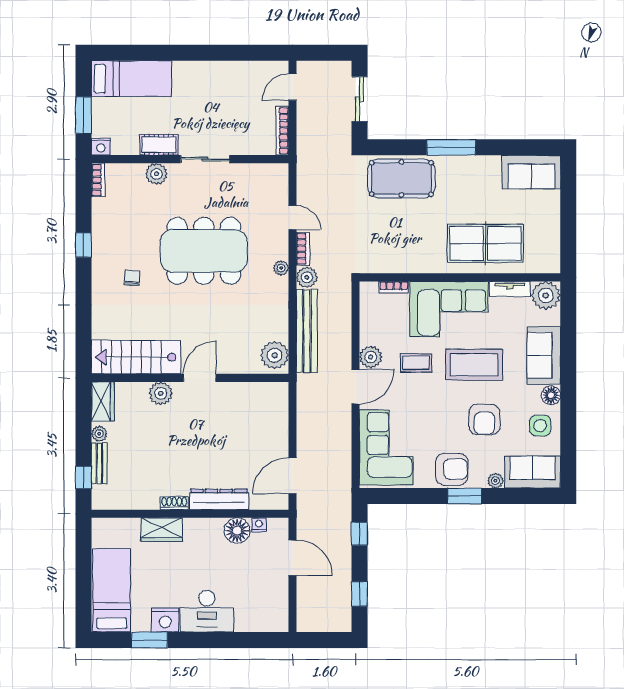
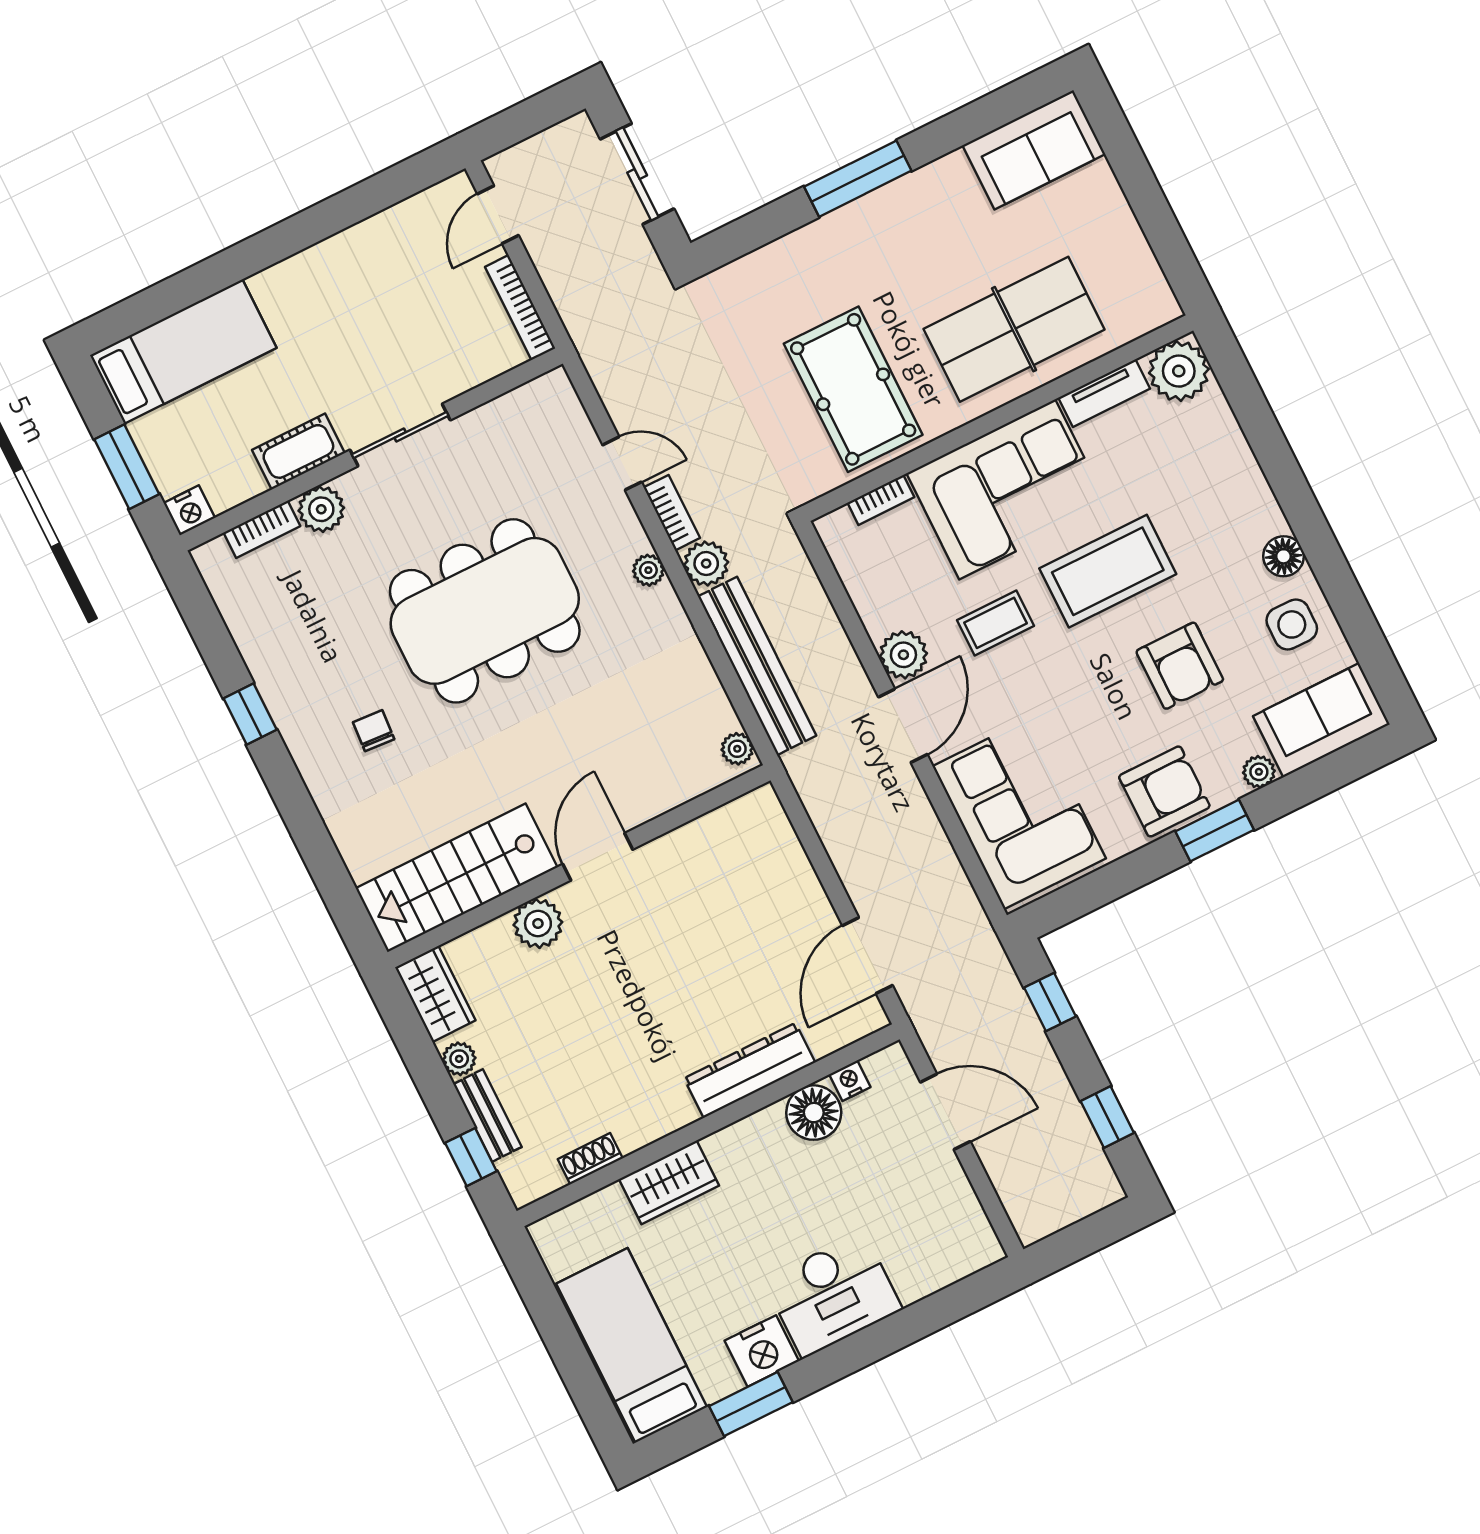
pool table: (401, 178) -> (853, 389), moved, turned 90
bookcase: (98, 180) -> (262, 529), moved, turned 90
plant: (275, 355) -> (737, 749), width x0.53, depth x0.53
sofa: (544, 355) -> (1232, 487), removed
shoe rack: (174, 503) -> (590, 1159), moved

